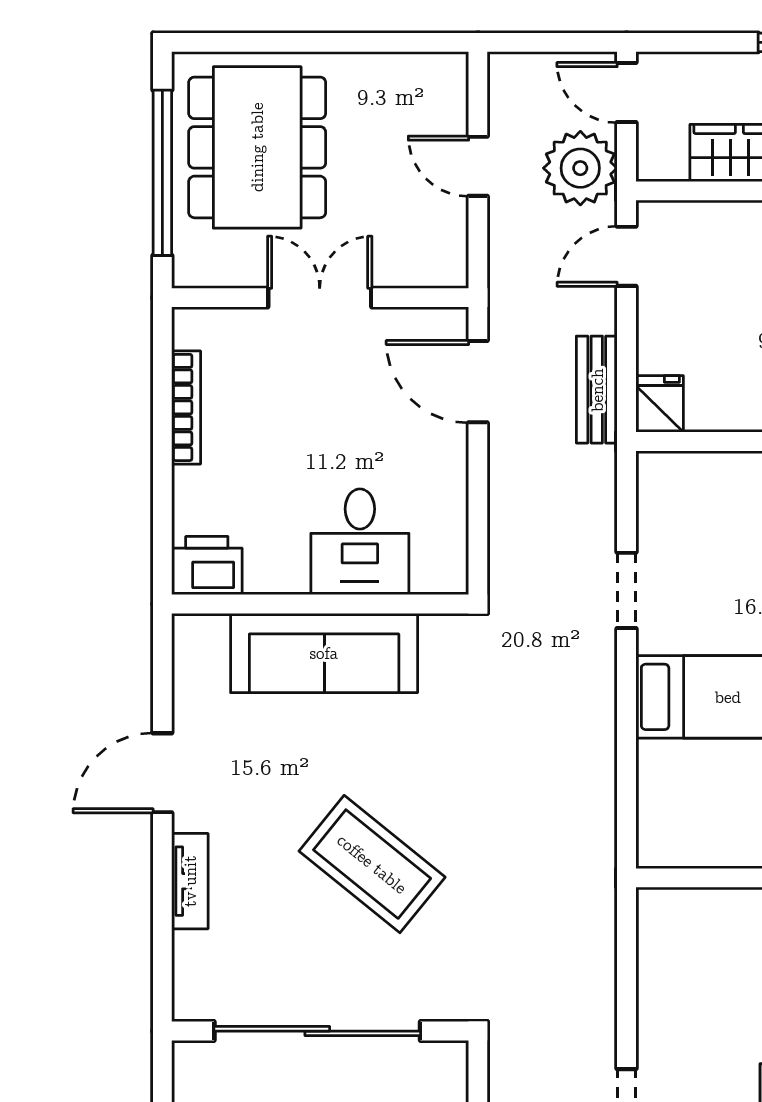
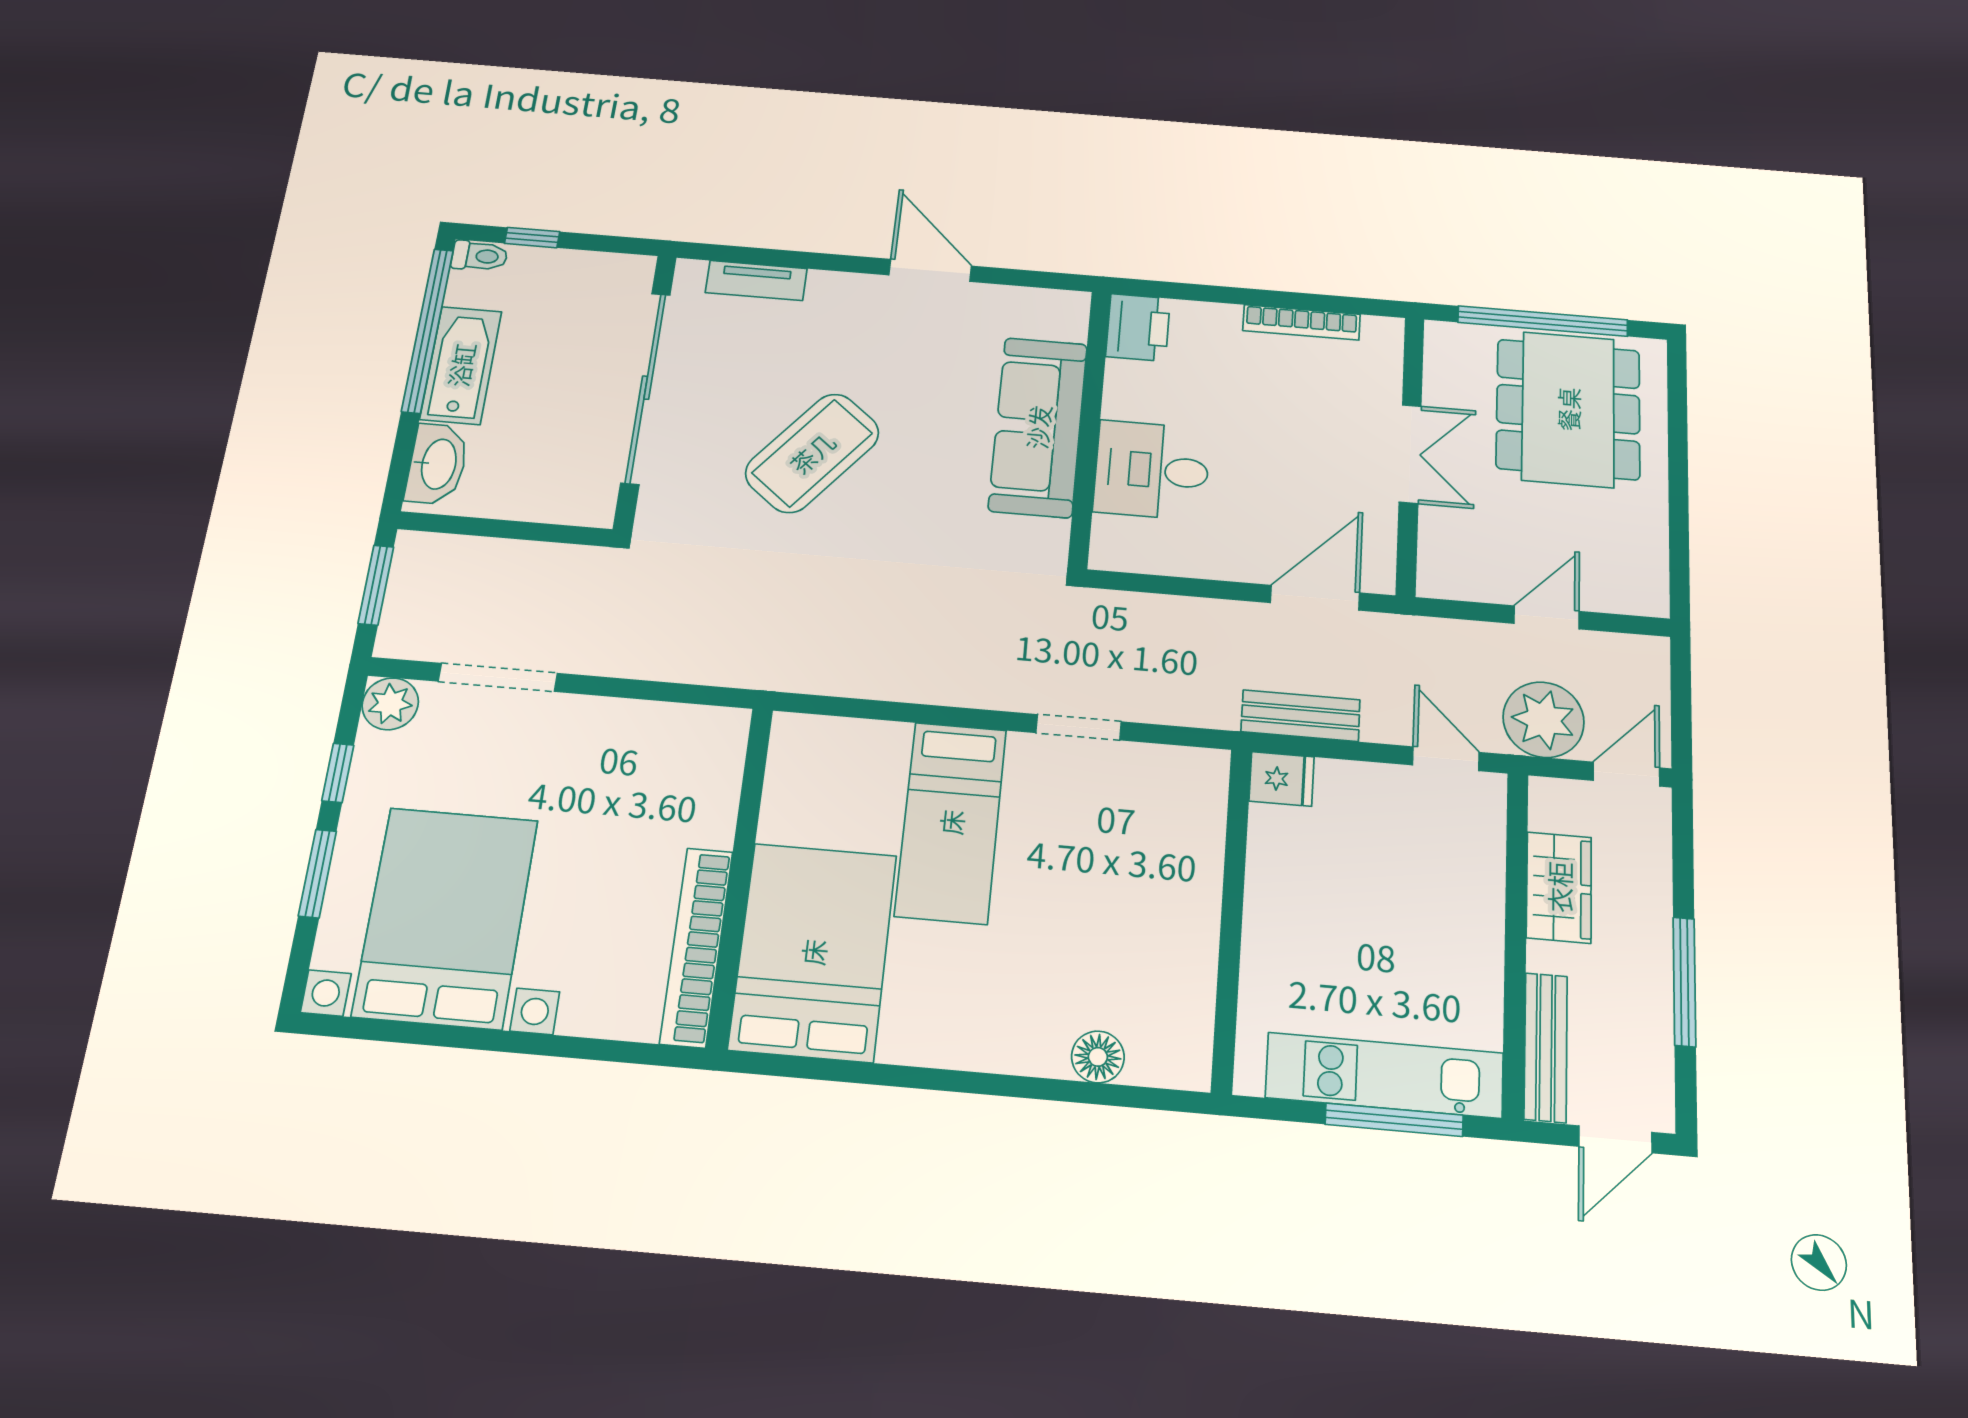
dining table: (257, 147) -> (1568, 409), turned 90
tv unit: (190, 881) -> (756, 281), moved

